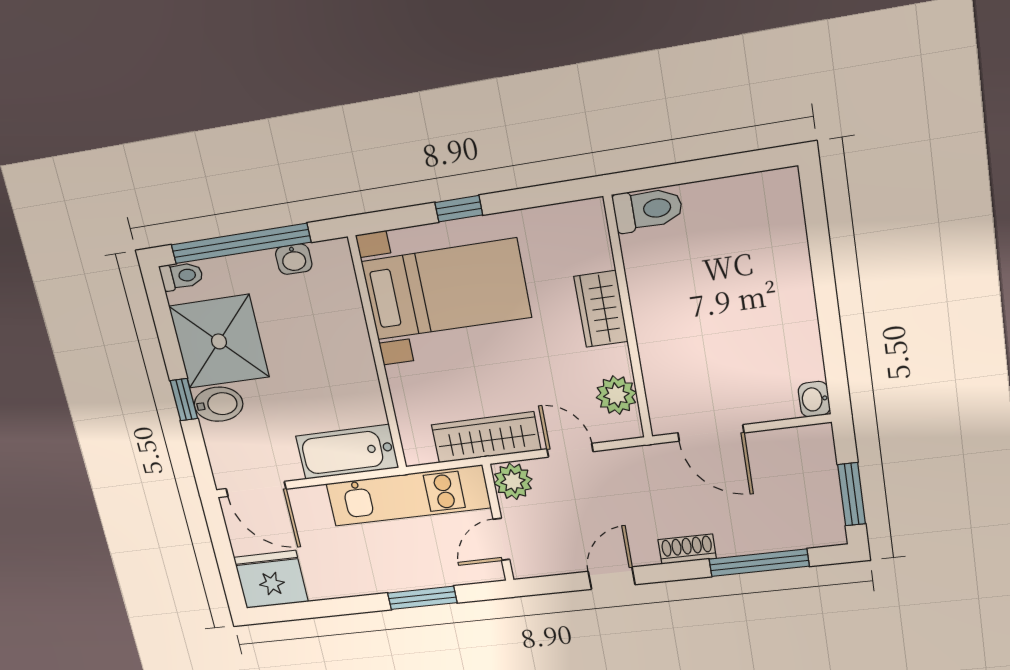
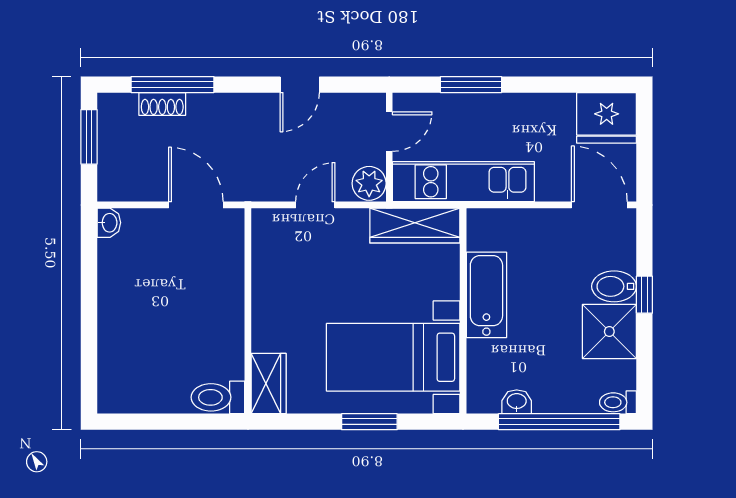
window: (459, 209) -> (369, 422), width x1.50
wardrobe: (601, 309) -> (269, 383), moved
shower: (219, 341) -> (609, 332), width x0.73, depth x0.73
plant: (616, 395) -> (268, 248), removed
wardrobe: (486, 437) -> (415, 226), moved
door: (570, 450) -> (315, 205), swing flipped
bathtub: (347, 452) -> (486, 295), moved, turned -90
shoe rack: (687, 549) -> (162, 104), moved

